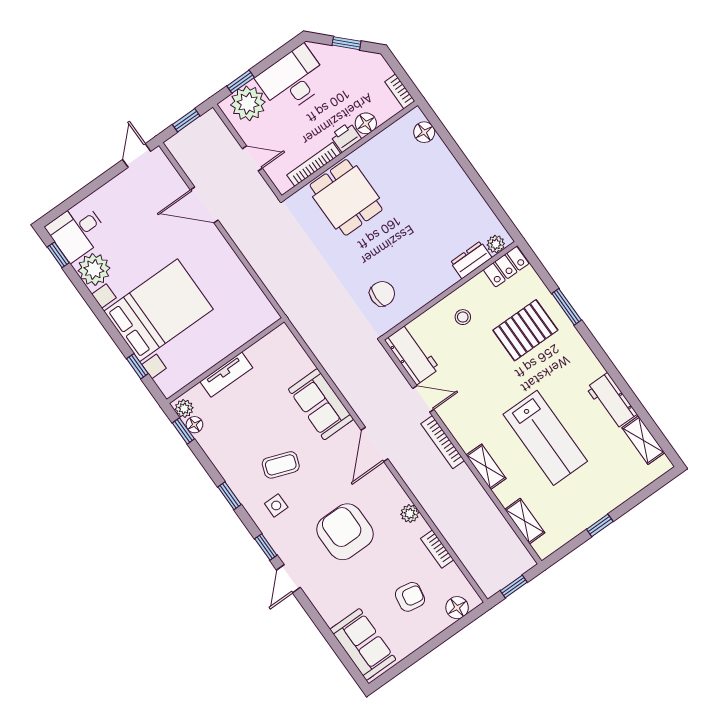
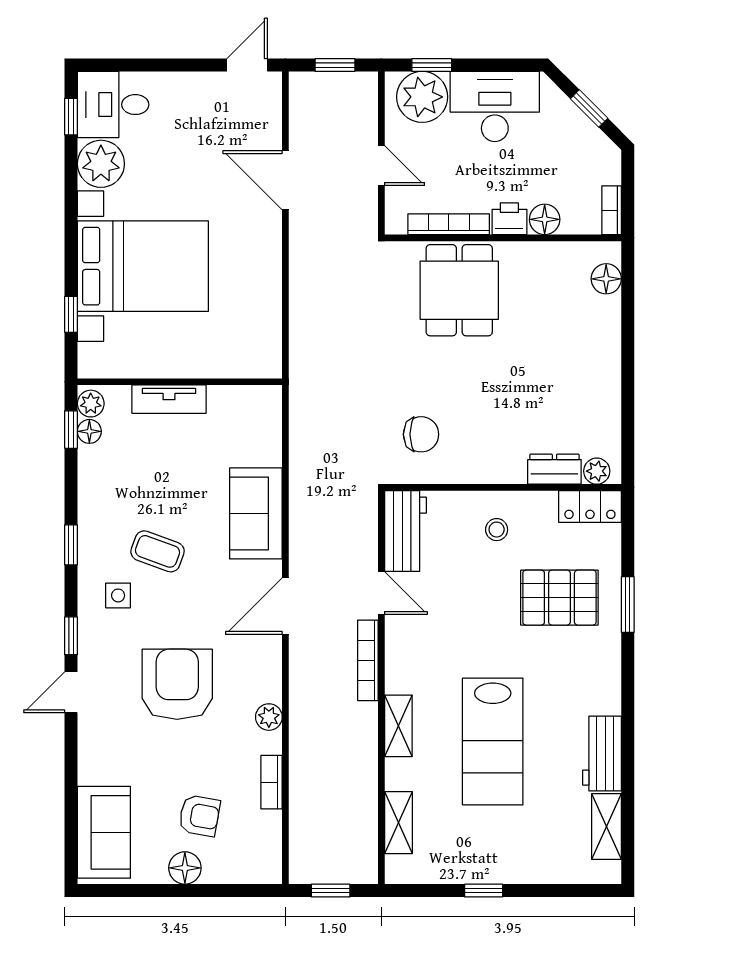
floor lamp: (457, 608) -> (185, 868), moved

